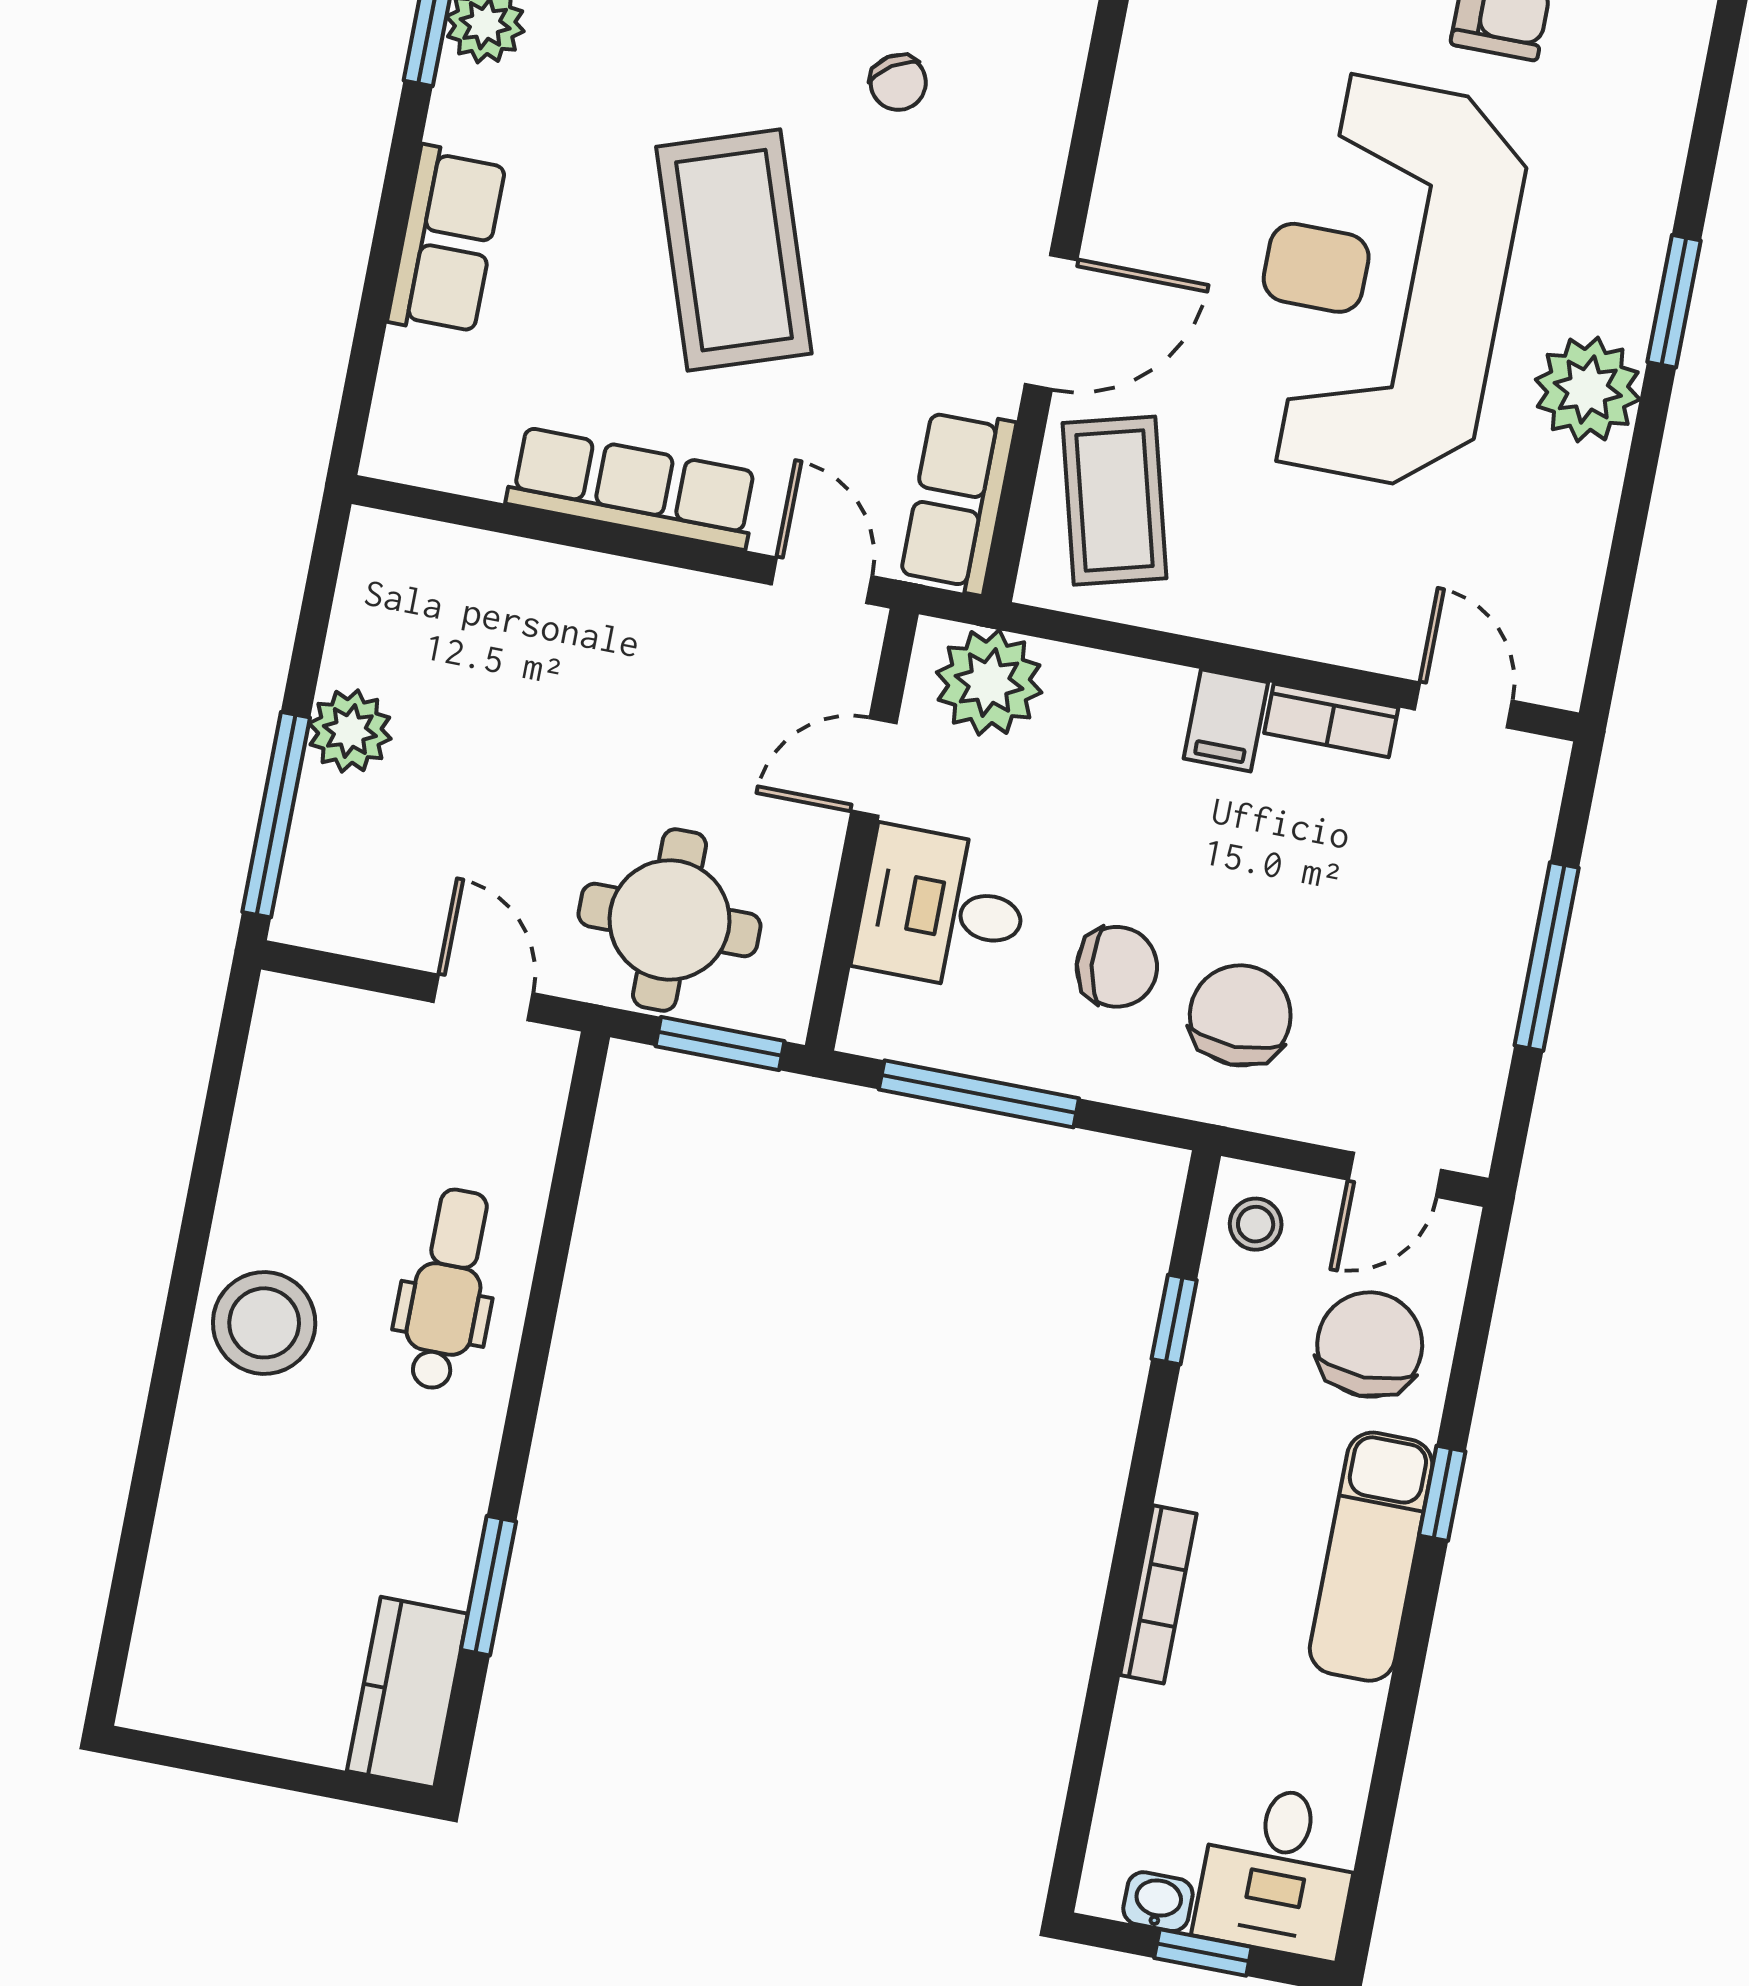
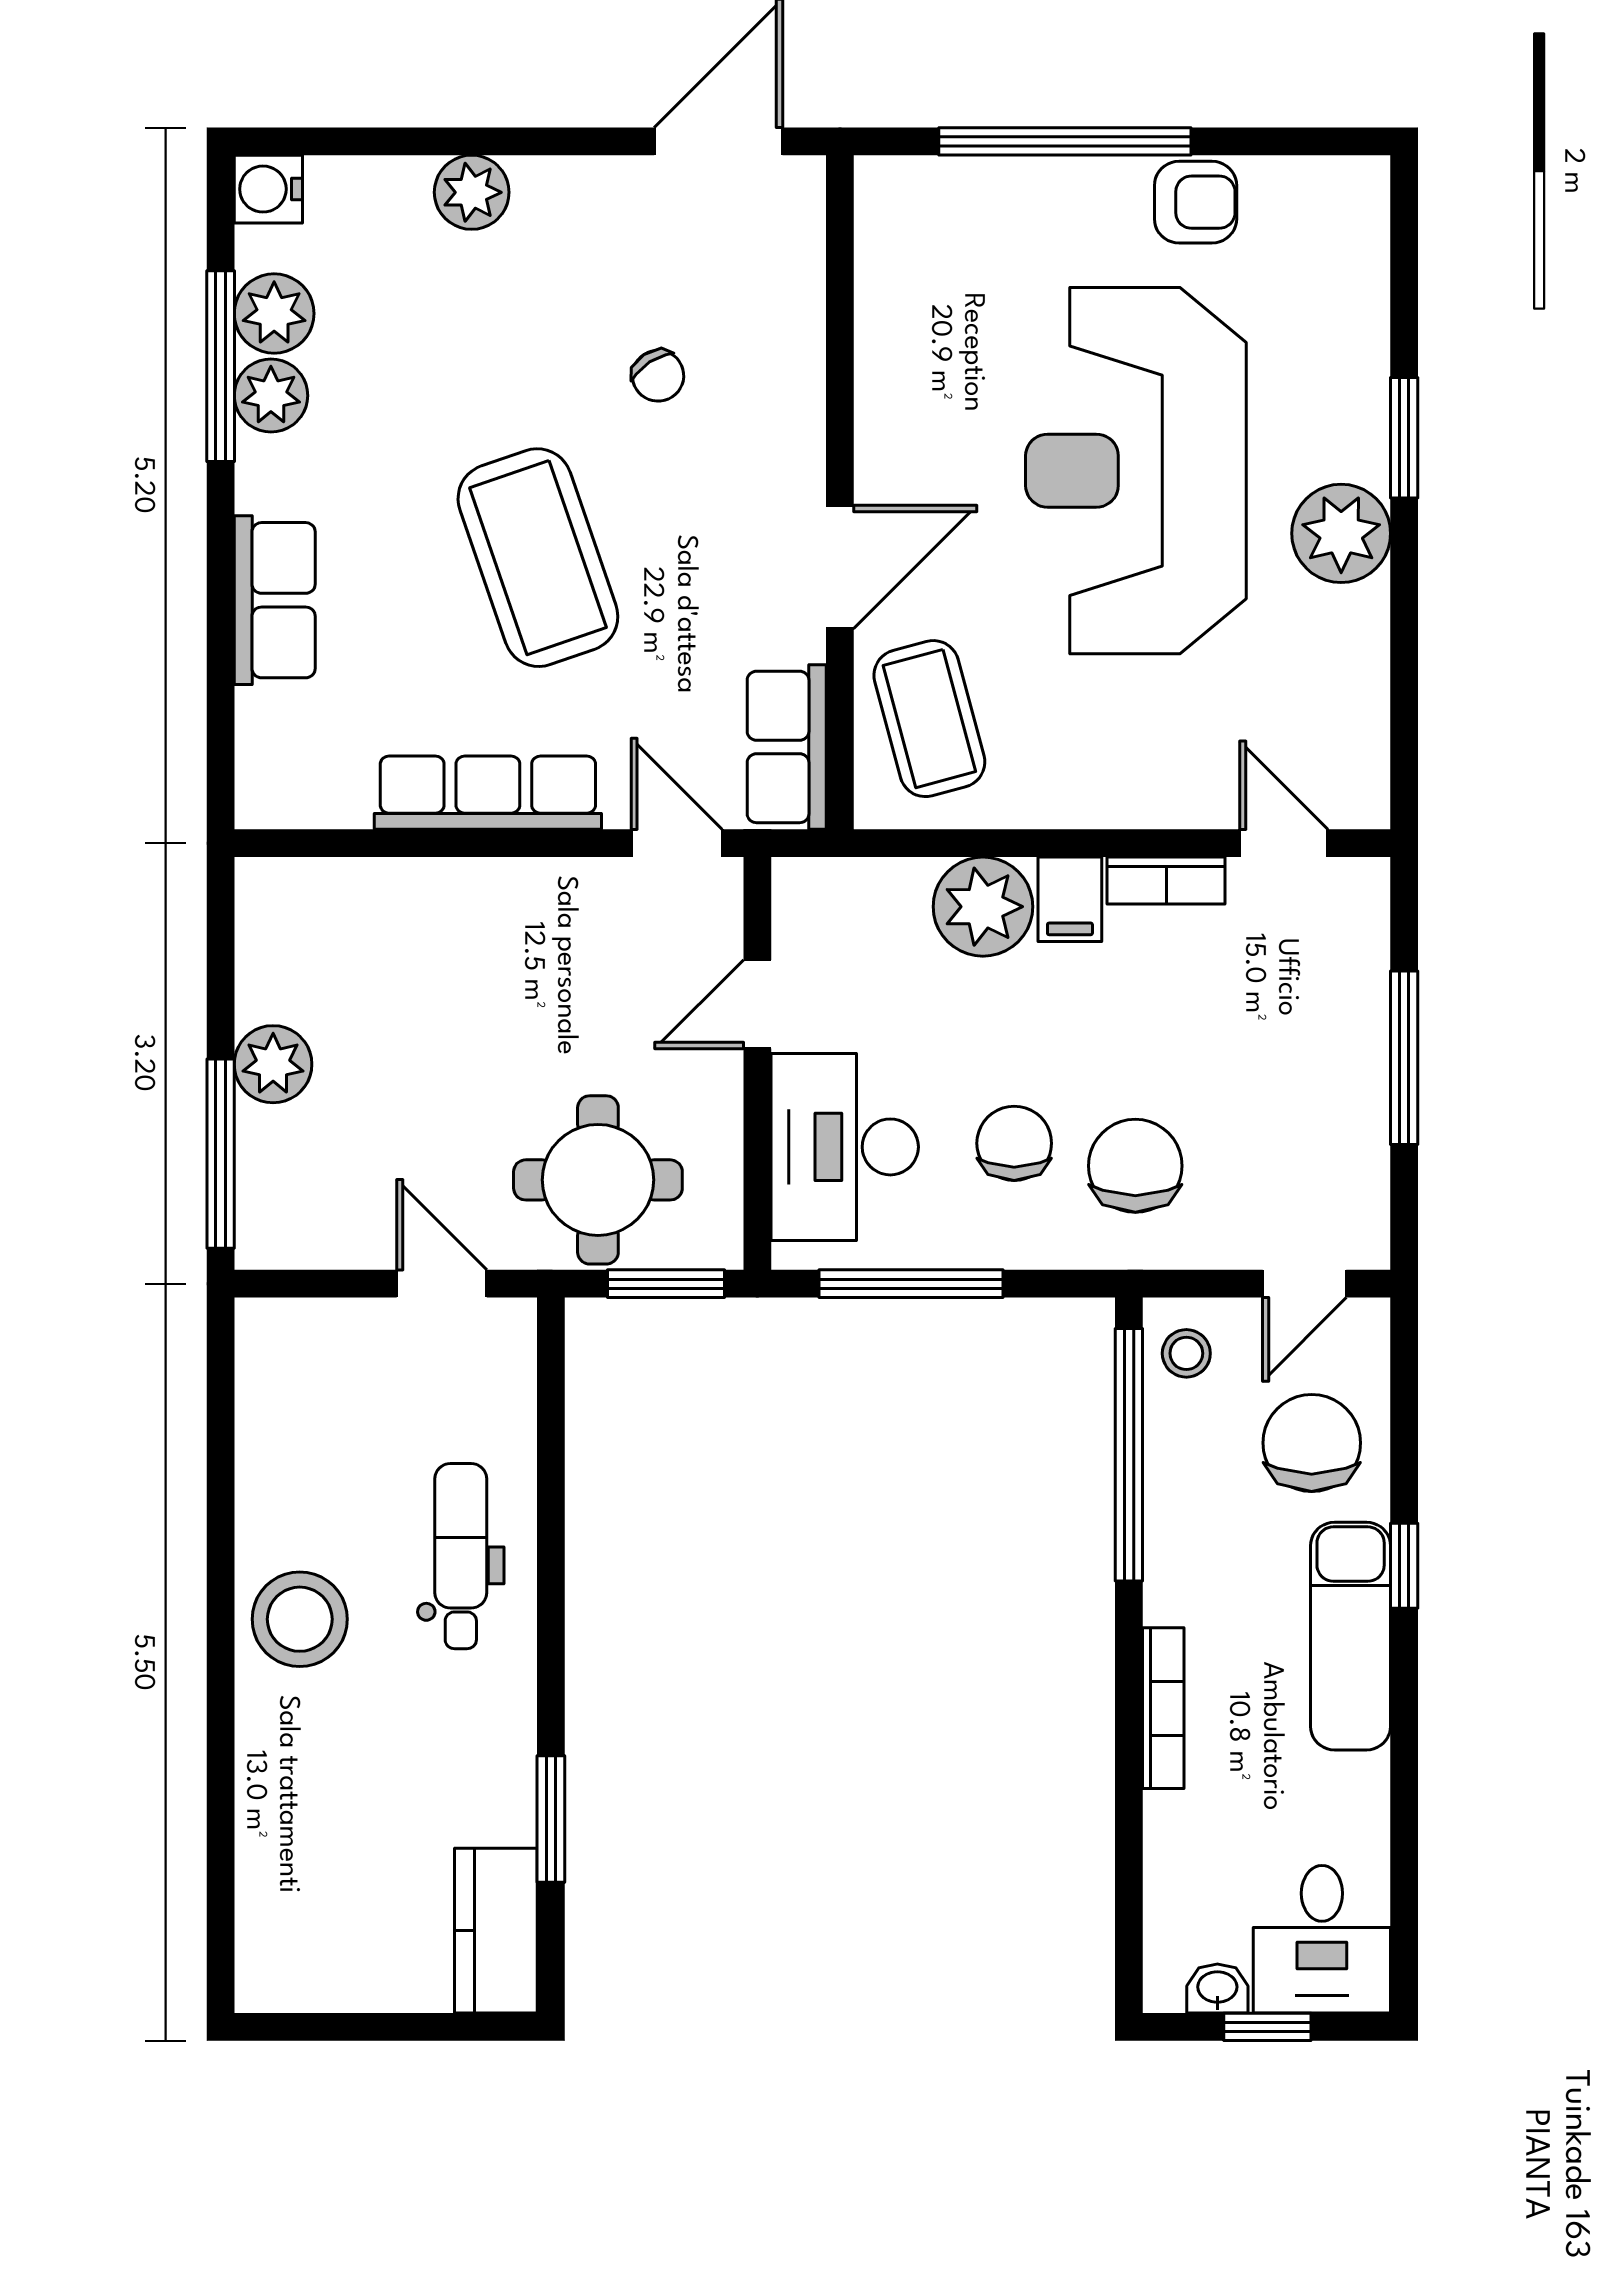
plant: (989, 682) -> (983, 907), moved
desk: (942, 909) -> (845, 1147), width x1.37
chair: (1117, 967) -> (1014, 1143), turned -83
window: (1174, 1319) -> (1129, 1455), width x3.17

